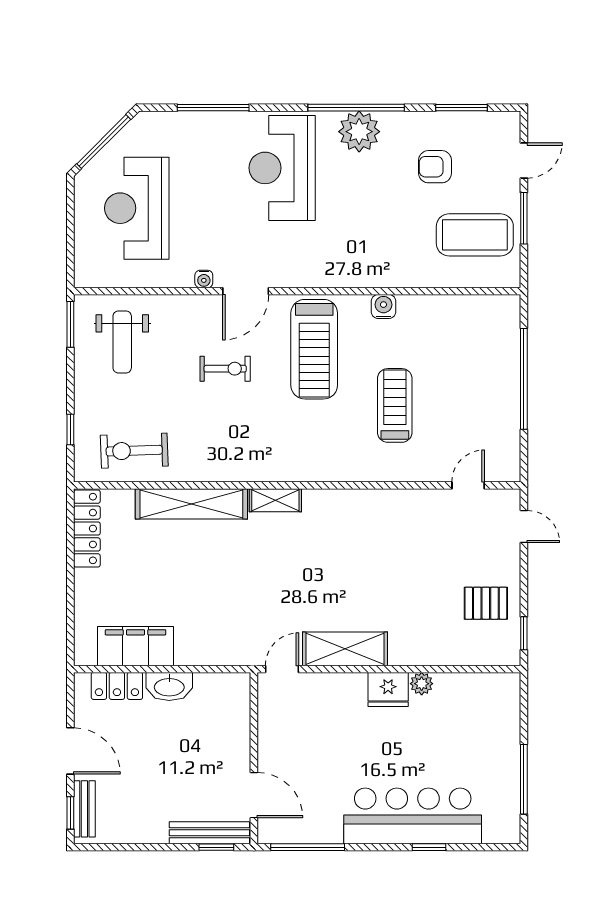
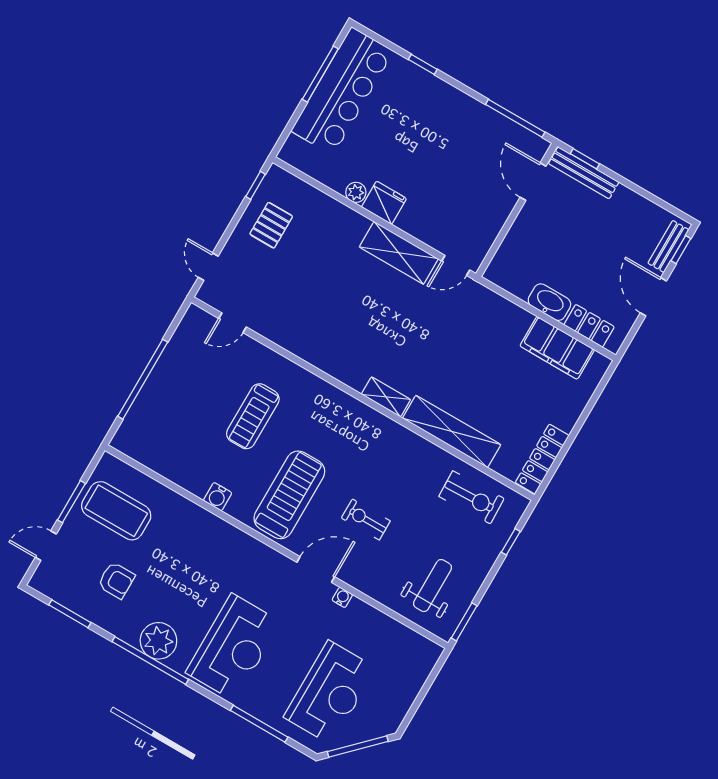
reception desk: (137, 208) -> (330, 692), moved
pallet: (486, 603) -> (271, 225), turned 90
bar counter: (413, 816) -> (342, 91), moved, turned -90

